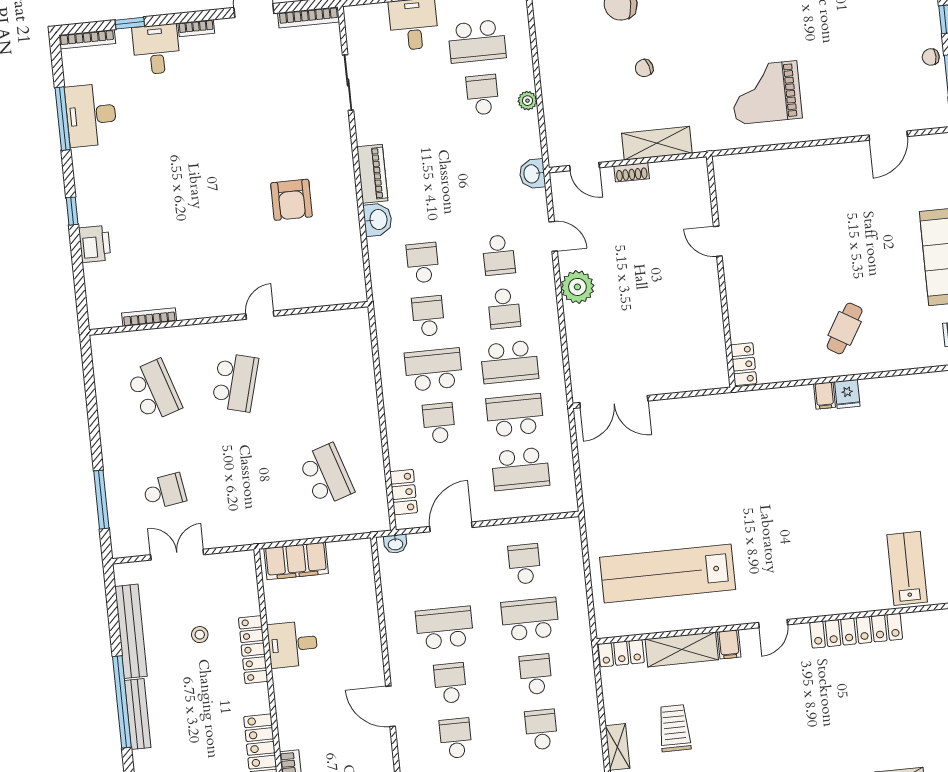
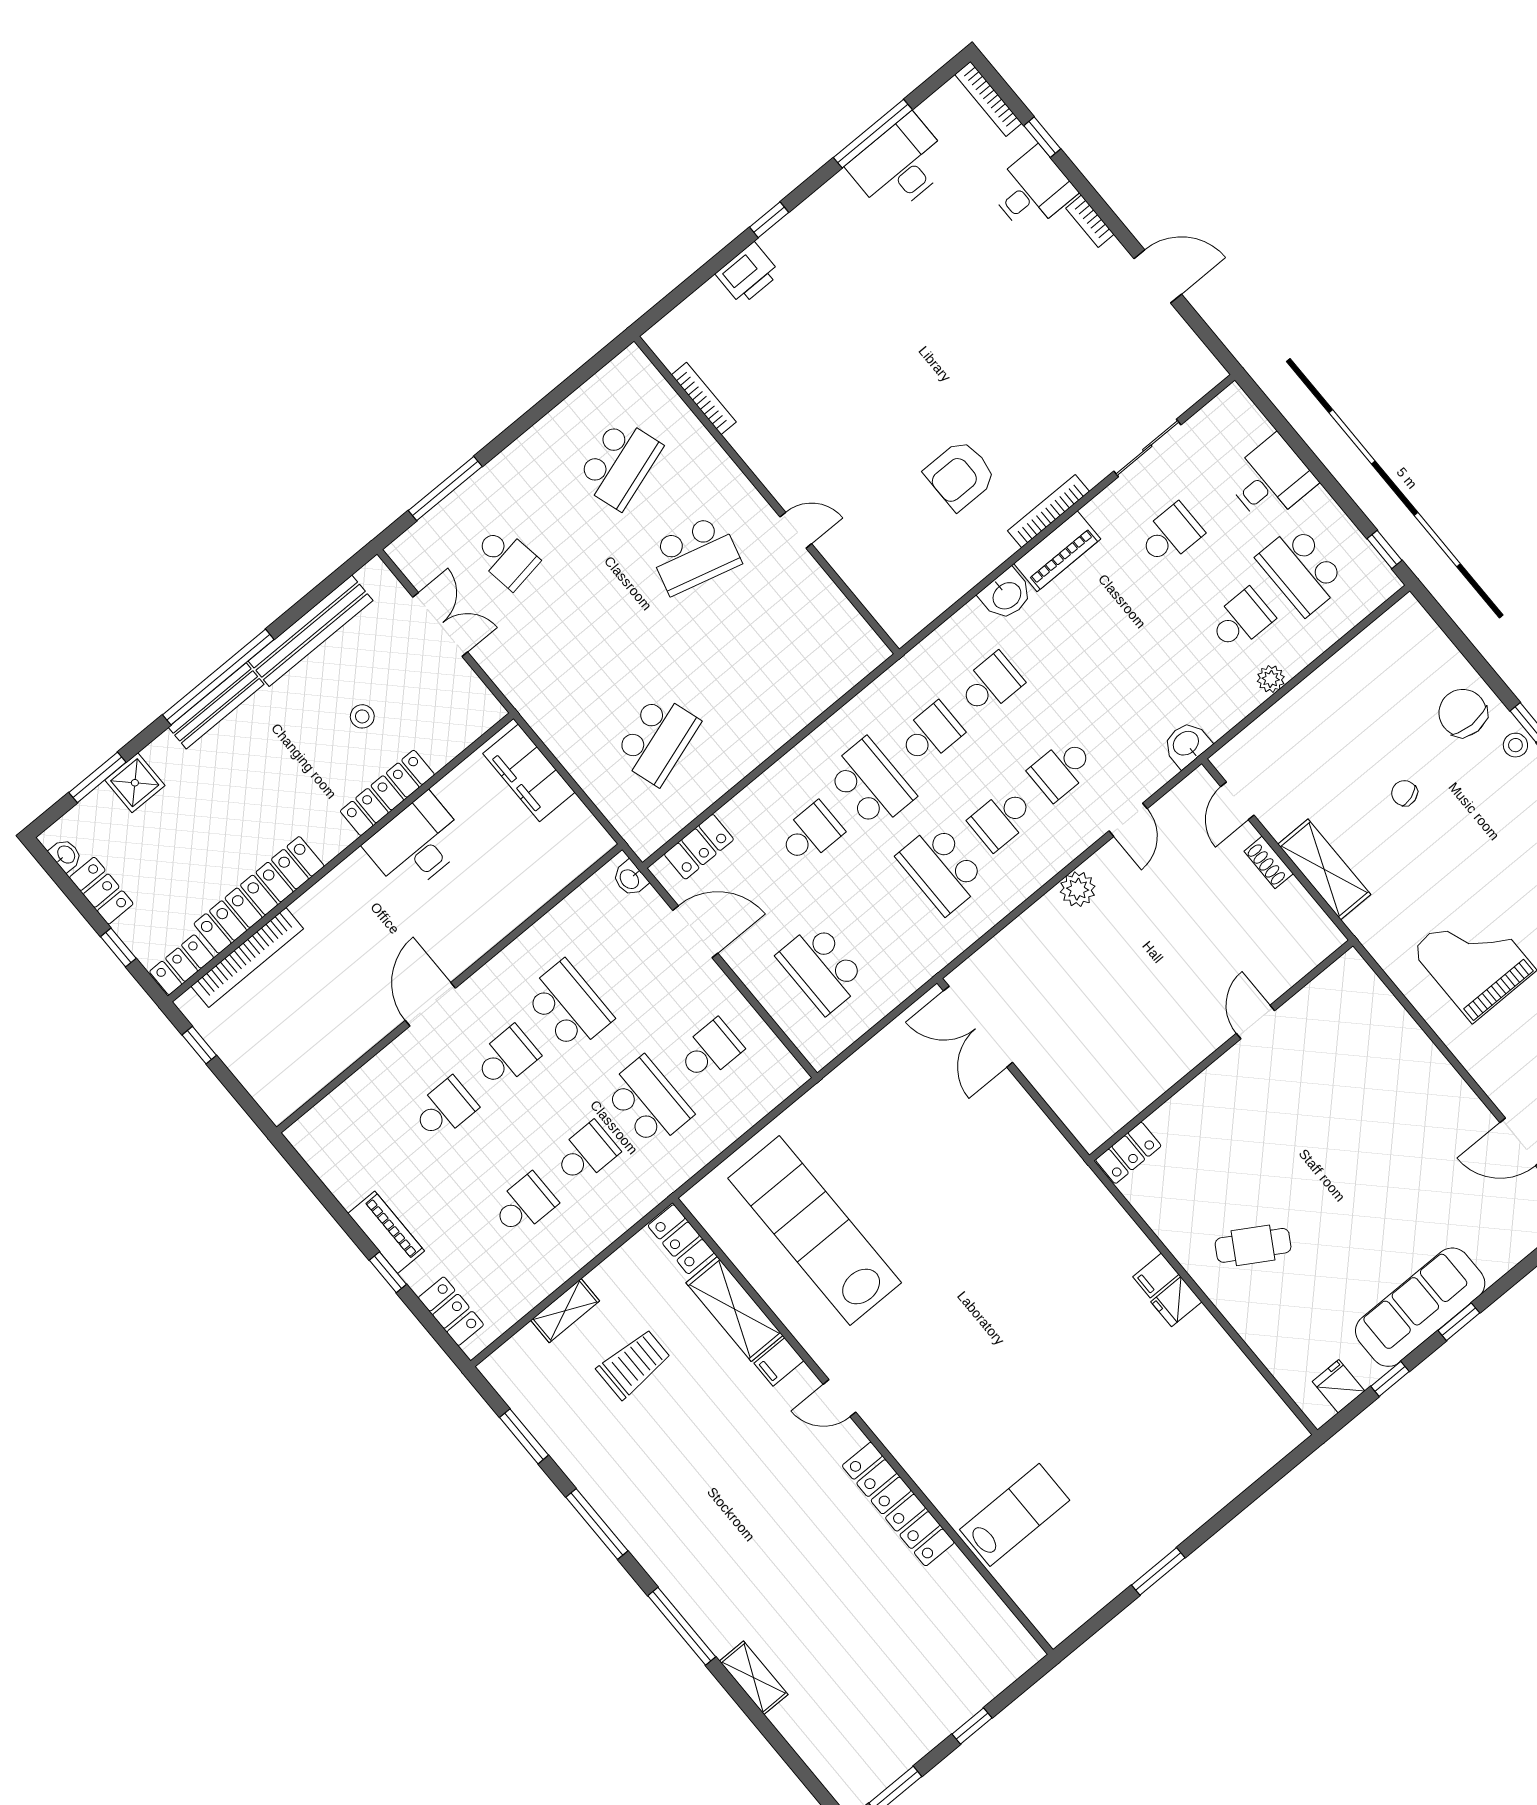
bookcase: (309, 17) -> (1049, 511), moved, turned 90
plant: (577, 287) -> (1078, 889), width x0.73, depth x0.73
school desk: (515, 415) -> (1171, 535), moved, width x0.54
desk: (293, 644) -> (417, 844), width x1.37

